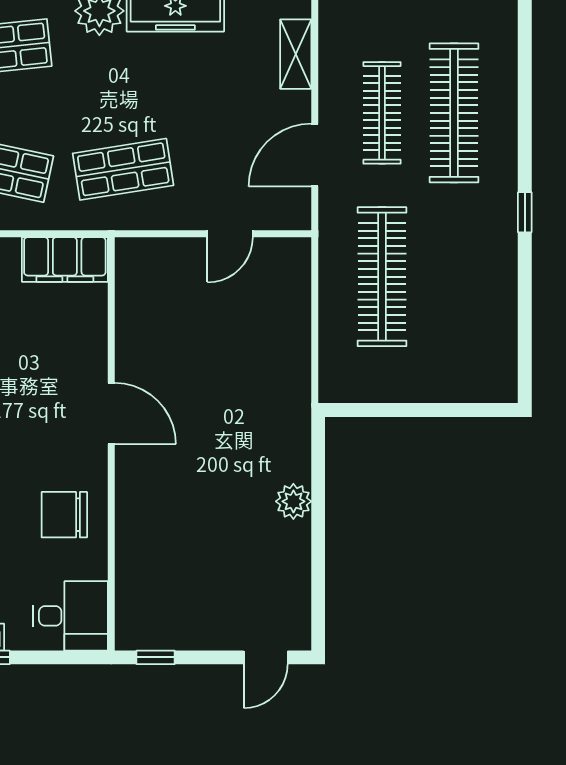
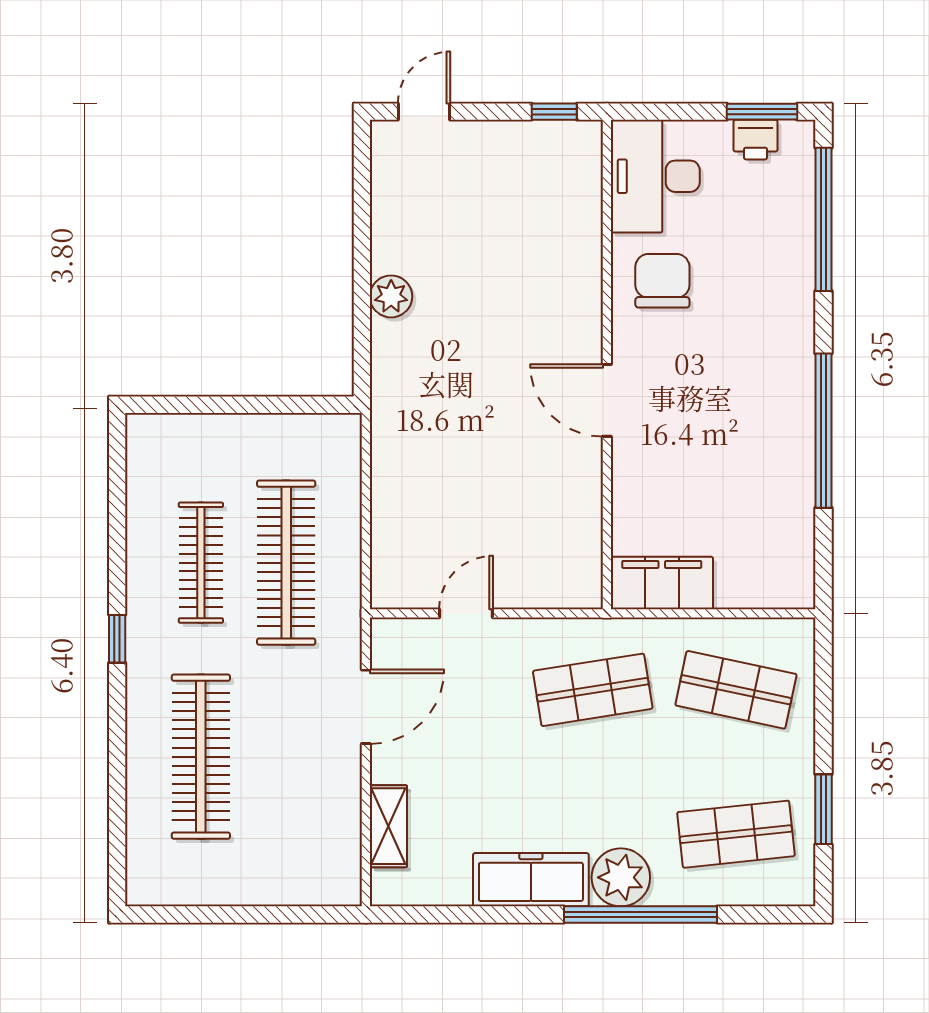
clothes rail: (382, 113) -> (201, 563), moved
chair: (64, 515) -> (662, 281), turned -90
desk: (70, 616) -> (655, 176), width x1.37

